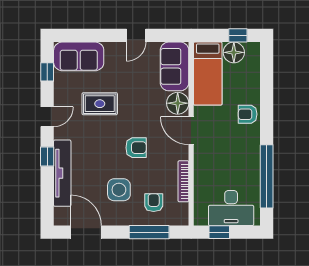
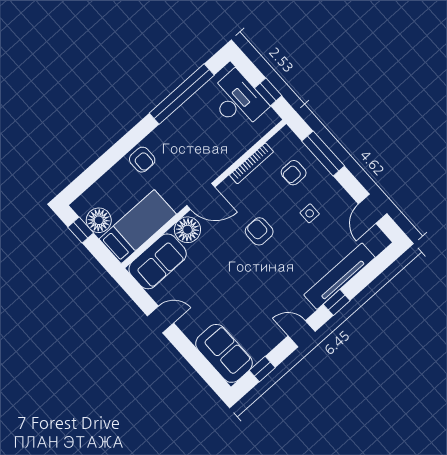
rug: (100, 104) -> (249, 298), removed
door: (191, 131) -> (201, 196), hinge flipped
side table: (119, 190) -> (310, 213), width x0.54, depth x0.54
door: (86, 232) -> (373, 209), width x0.73

